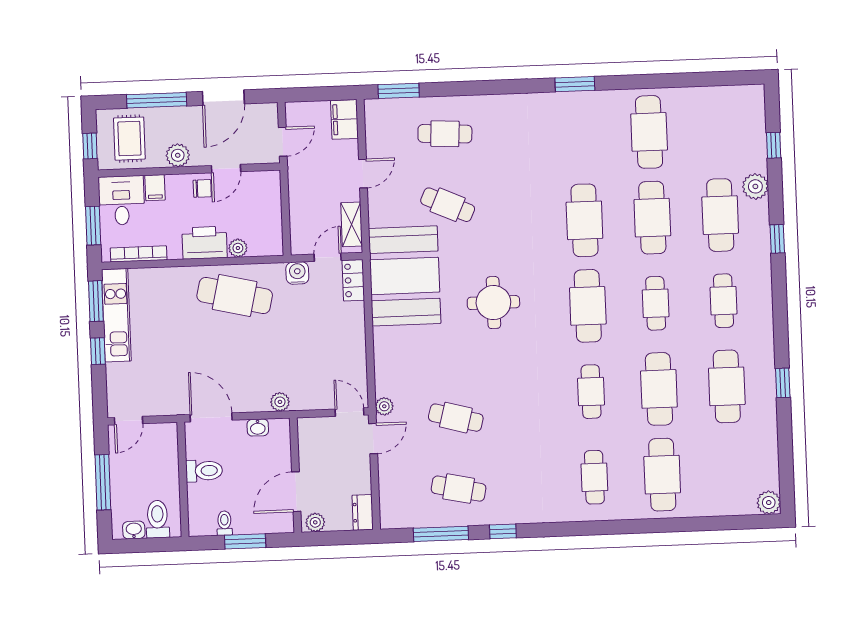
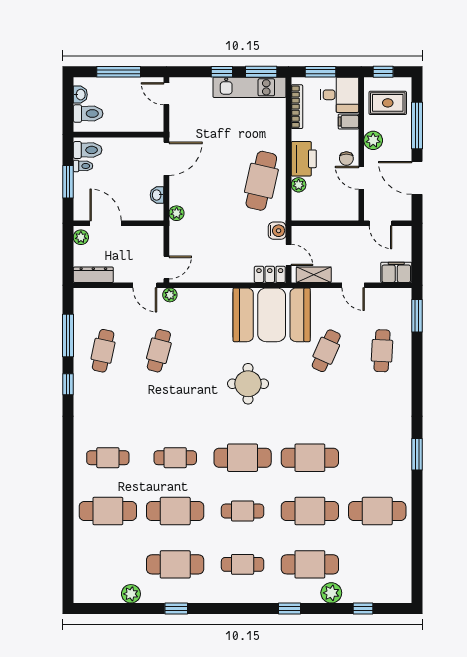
toilet: (204, 471) -> (88, 150), moved, turned -90
plant: (769, 503) -> (131, 594), moved
dresser: (363, 512) -> (93, 275), width x1.44

